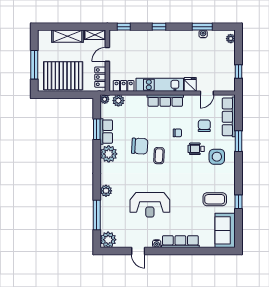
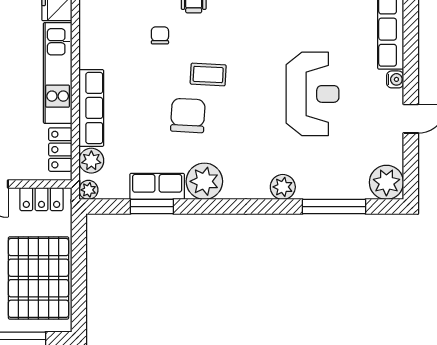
row of seats: (165, 101) -> (91, 108), moved

